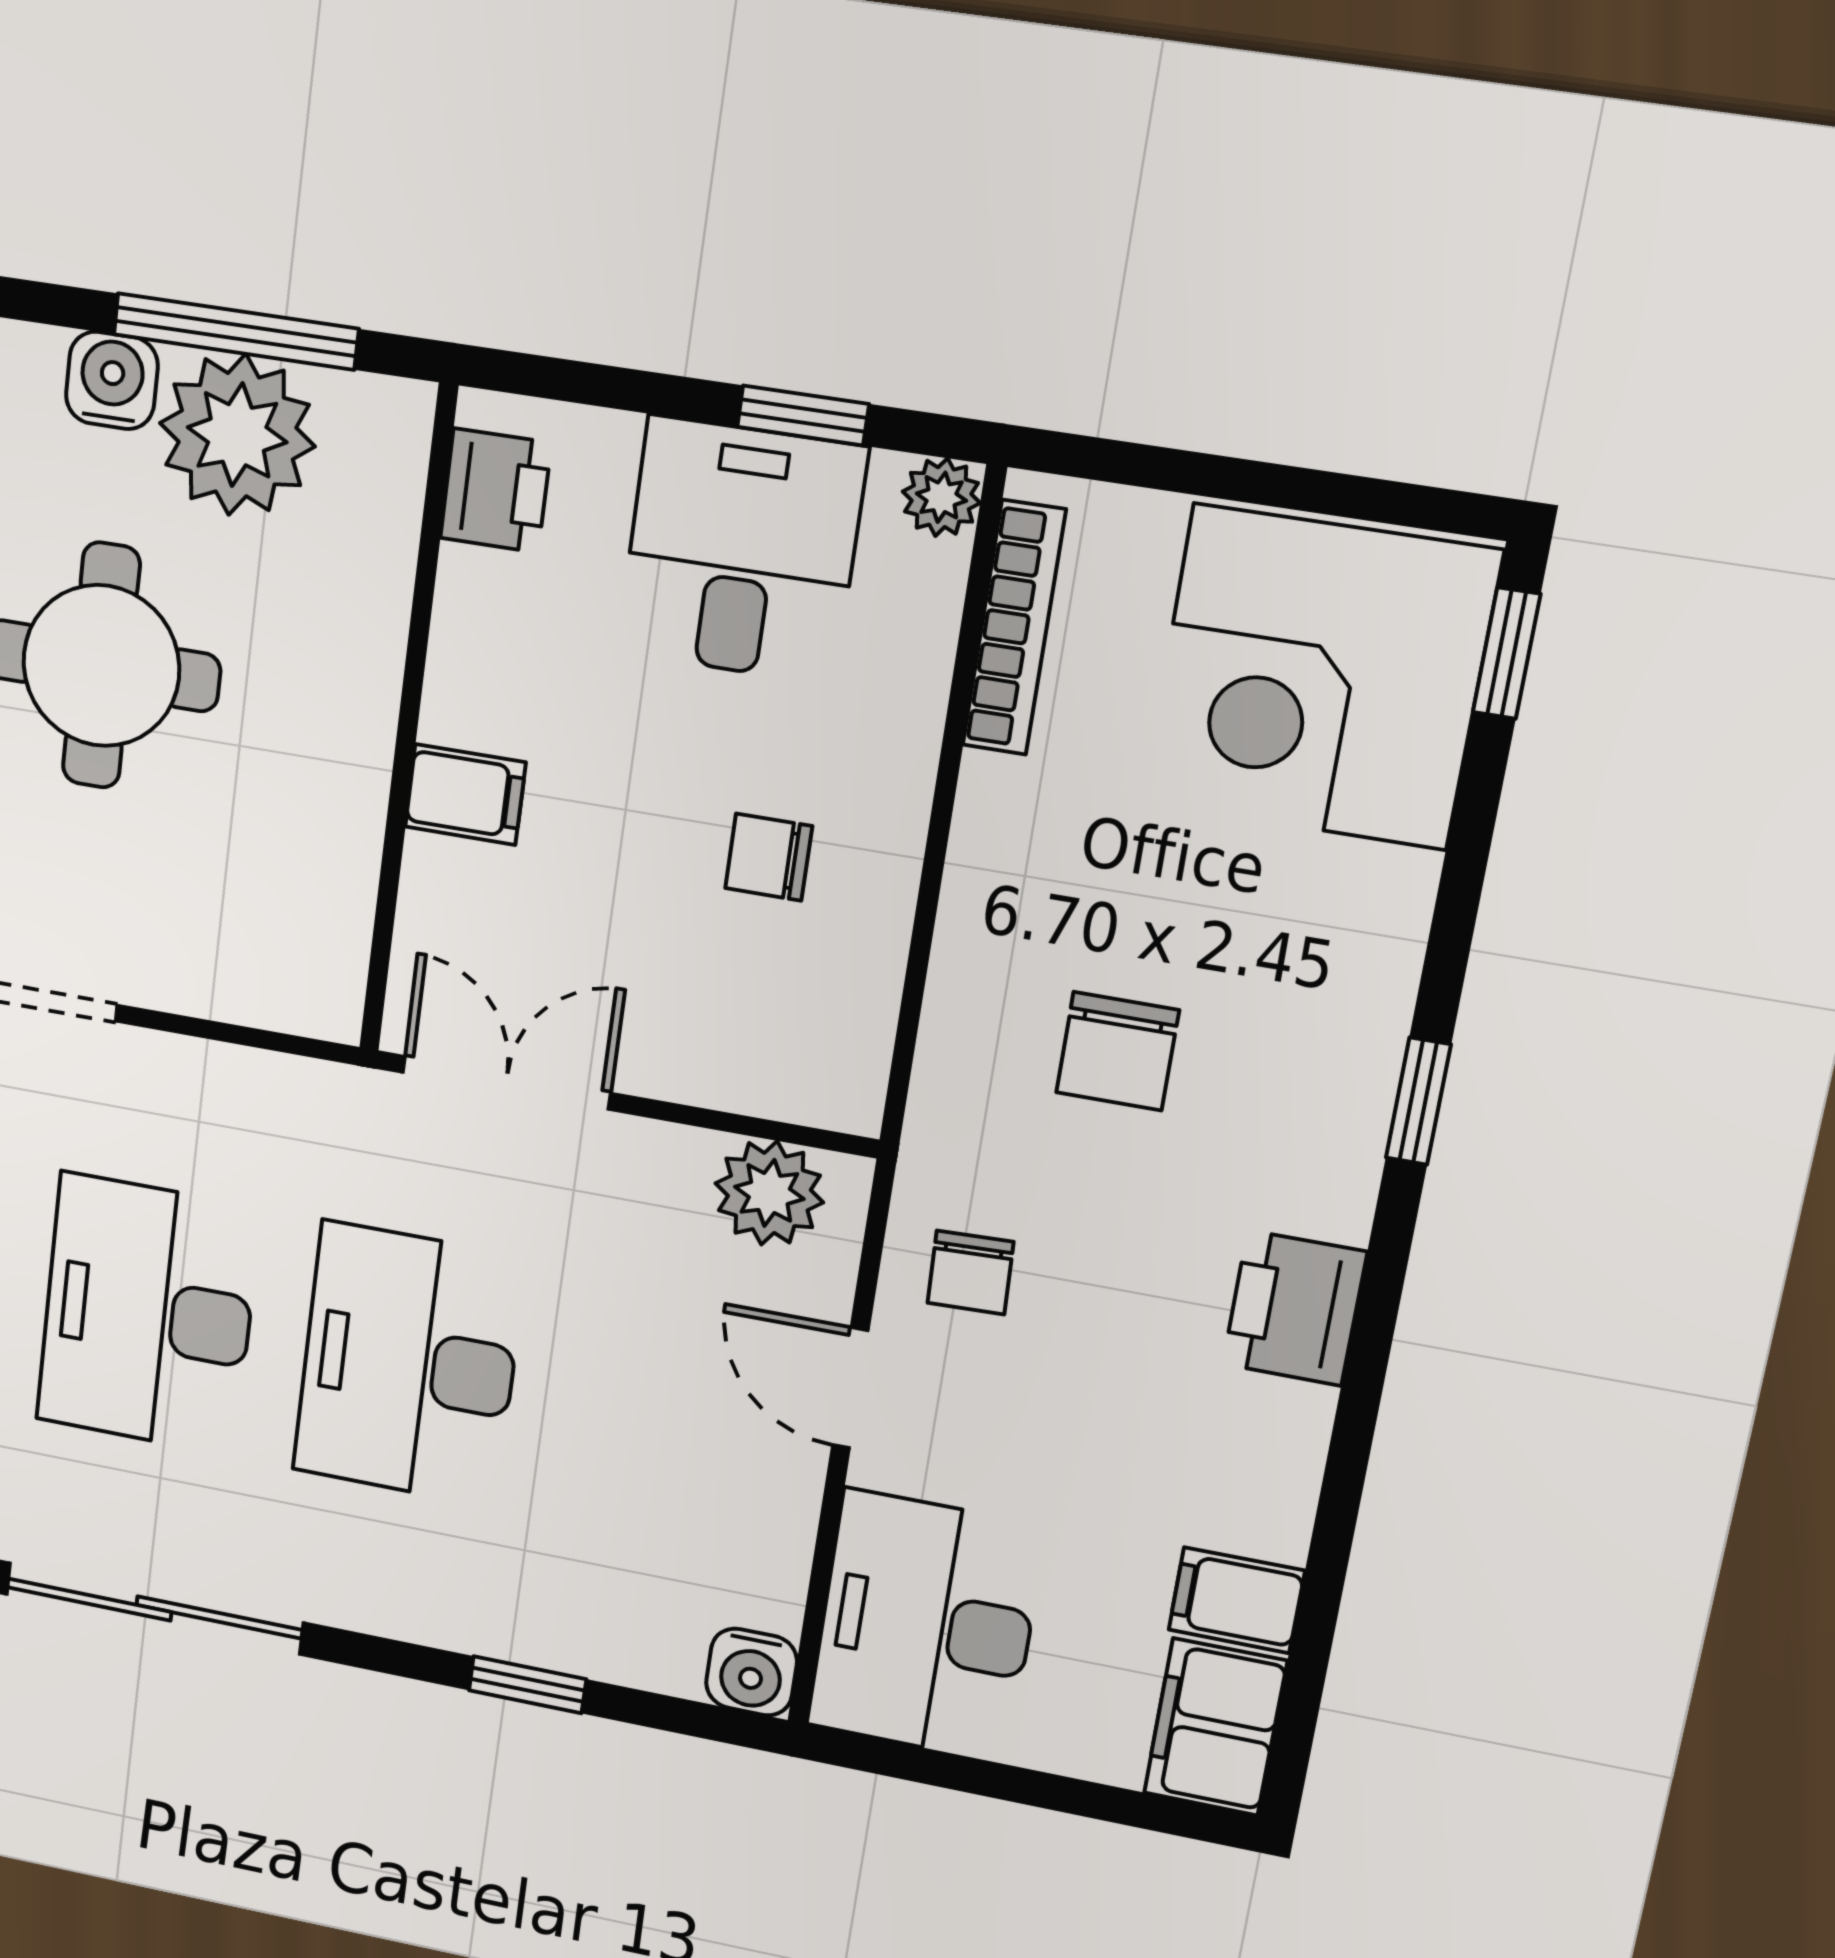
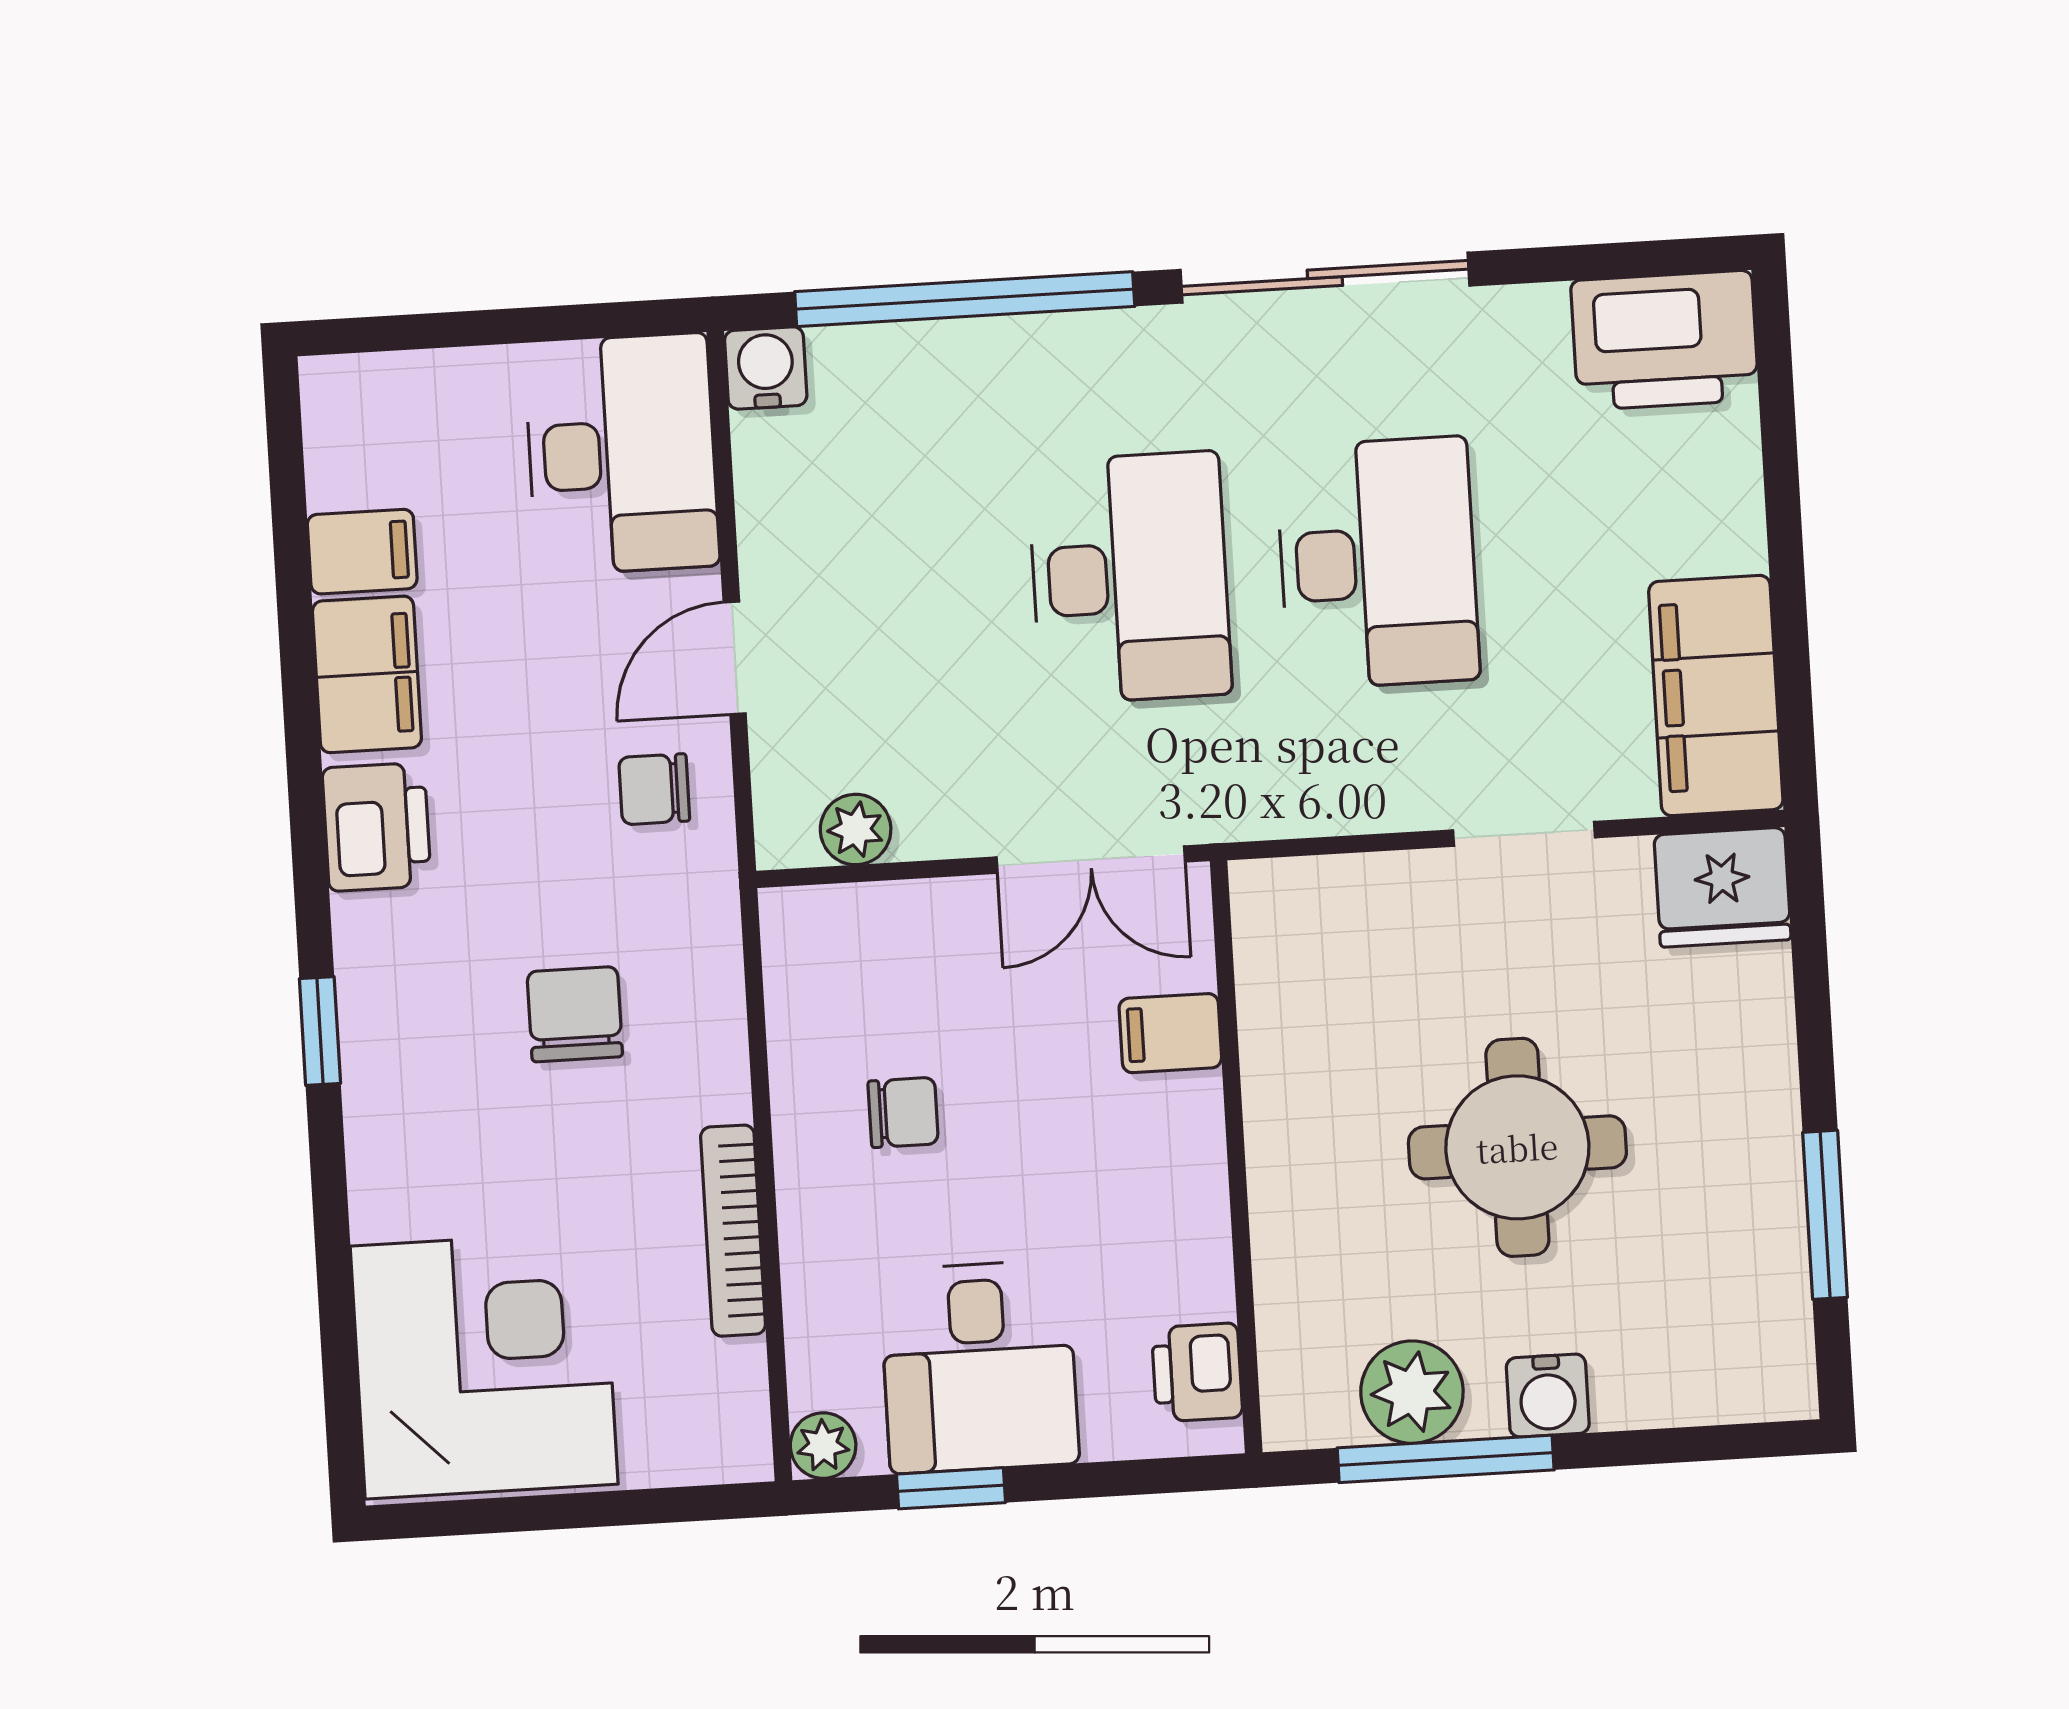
plant: (237, 435) -> (1412, 1392), width x0.73, depth x0.73
bookcase: (1014, 628) -> (733, 1231), moved
window: (1507, 653) -> (343, 1417), removed
filing cabinet: (465, 795) -> (1170, 1033), moved
plant: (769, 1193) -> (856, 829), width x0.73, depth x0.73
chair: (971, 1272) -> (654, 789), turned -88
door: (850, 1388) -> (735, 658), swing flipped
window: (528, 1685) -> (965, 299), width x3.17
filing cabinet: (1215, 1727) -> (367, 674), moved

